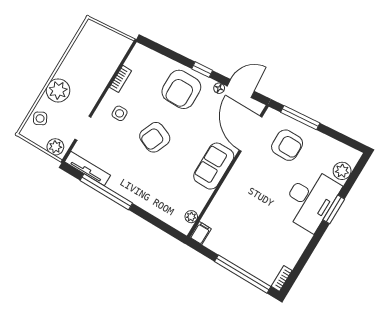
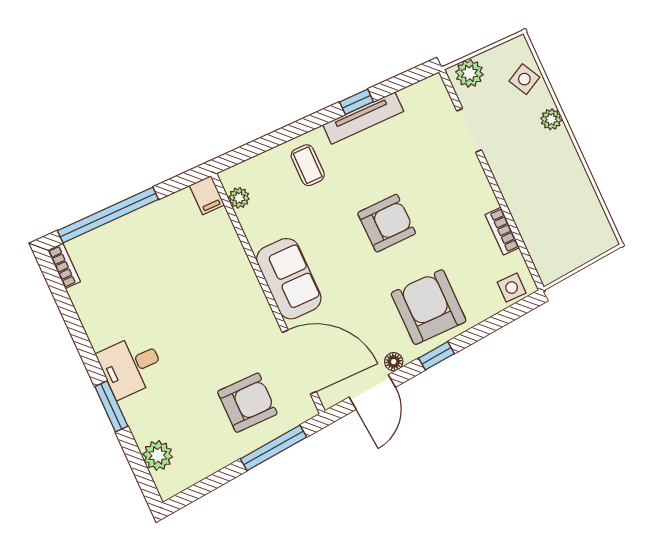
plant: (58, 90) -> (551, 119), width x0.53, depth x0.53
side table: (120, 113) -> (512, 288), moved
armchair: (155, 137) -> (387, 223), turned 66
armchair: (287, 145) -> (247, 403), turned 180
tv unit: (88, 168) -> (363, 118), moved
window: (106, 192) -> (356, 102), width x0.32
coffee table: (153, 194) -> (308, 165), added
desk: (310, 199) -> (131, 366), width x0.53, depth x0.77

